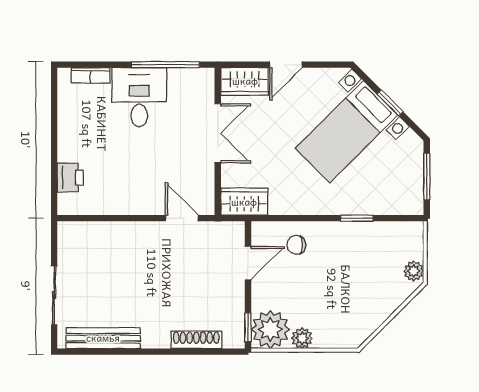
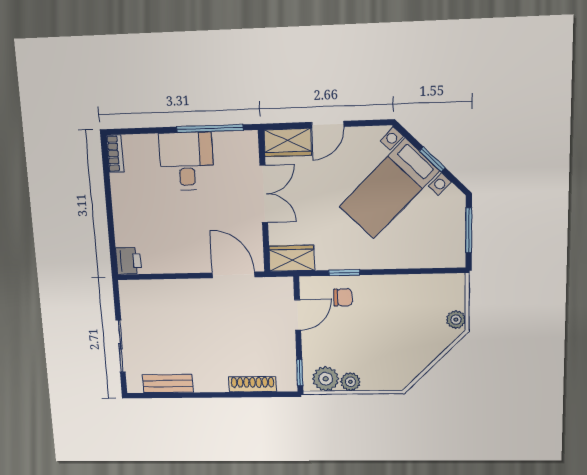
bookcase: (91, 75) -> (115, 154), moved, turned -90
printer: (70, 177) -> (129, 261), moved
door: (182, 218) -> (234, 275), width x1.38
window: (357, 218) -> (344, 273), moved
chair: (296, 245) -> (343, 297), turned 180
plant: (270, 329) -> (326, 379), width x0.73, depth x0.73
bench: (103, 338) -> (168, 384), width x0.73

